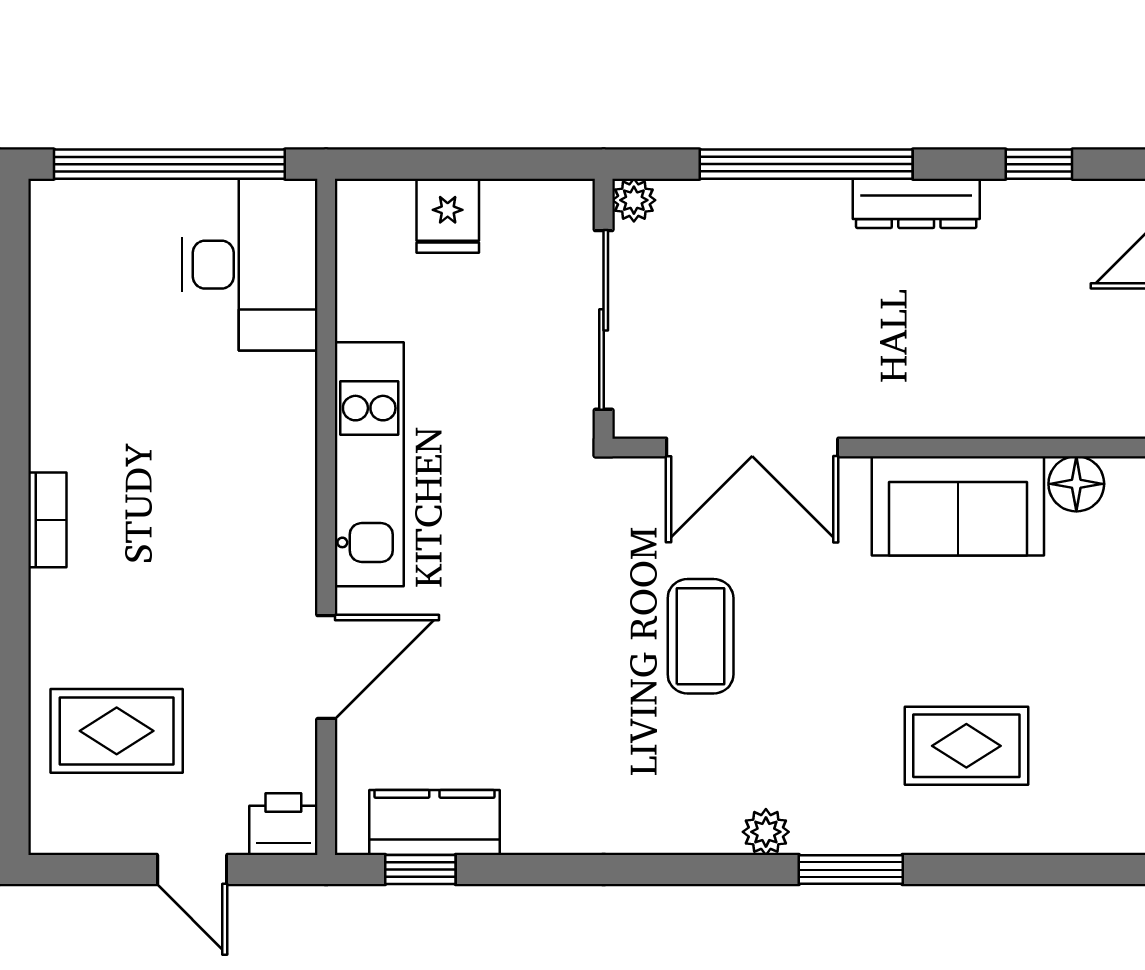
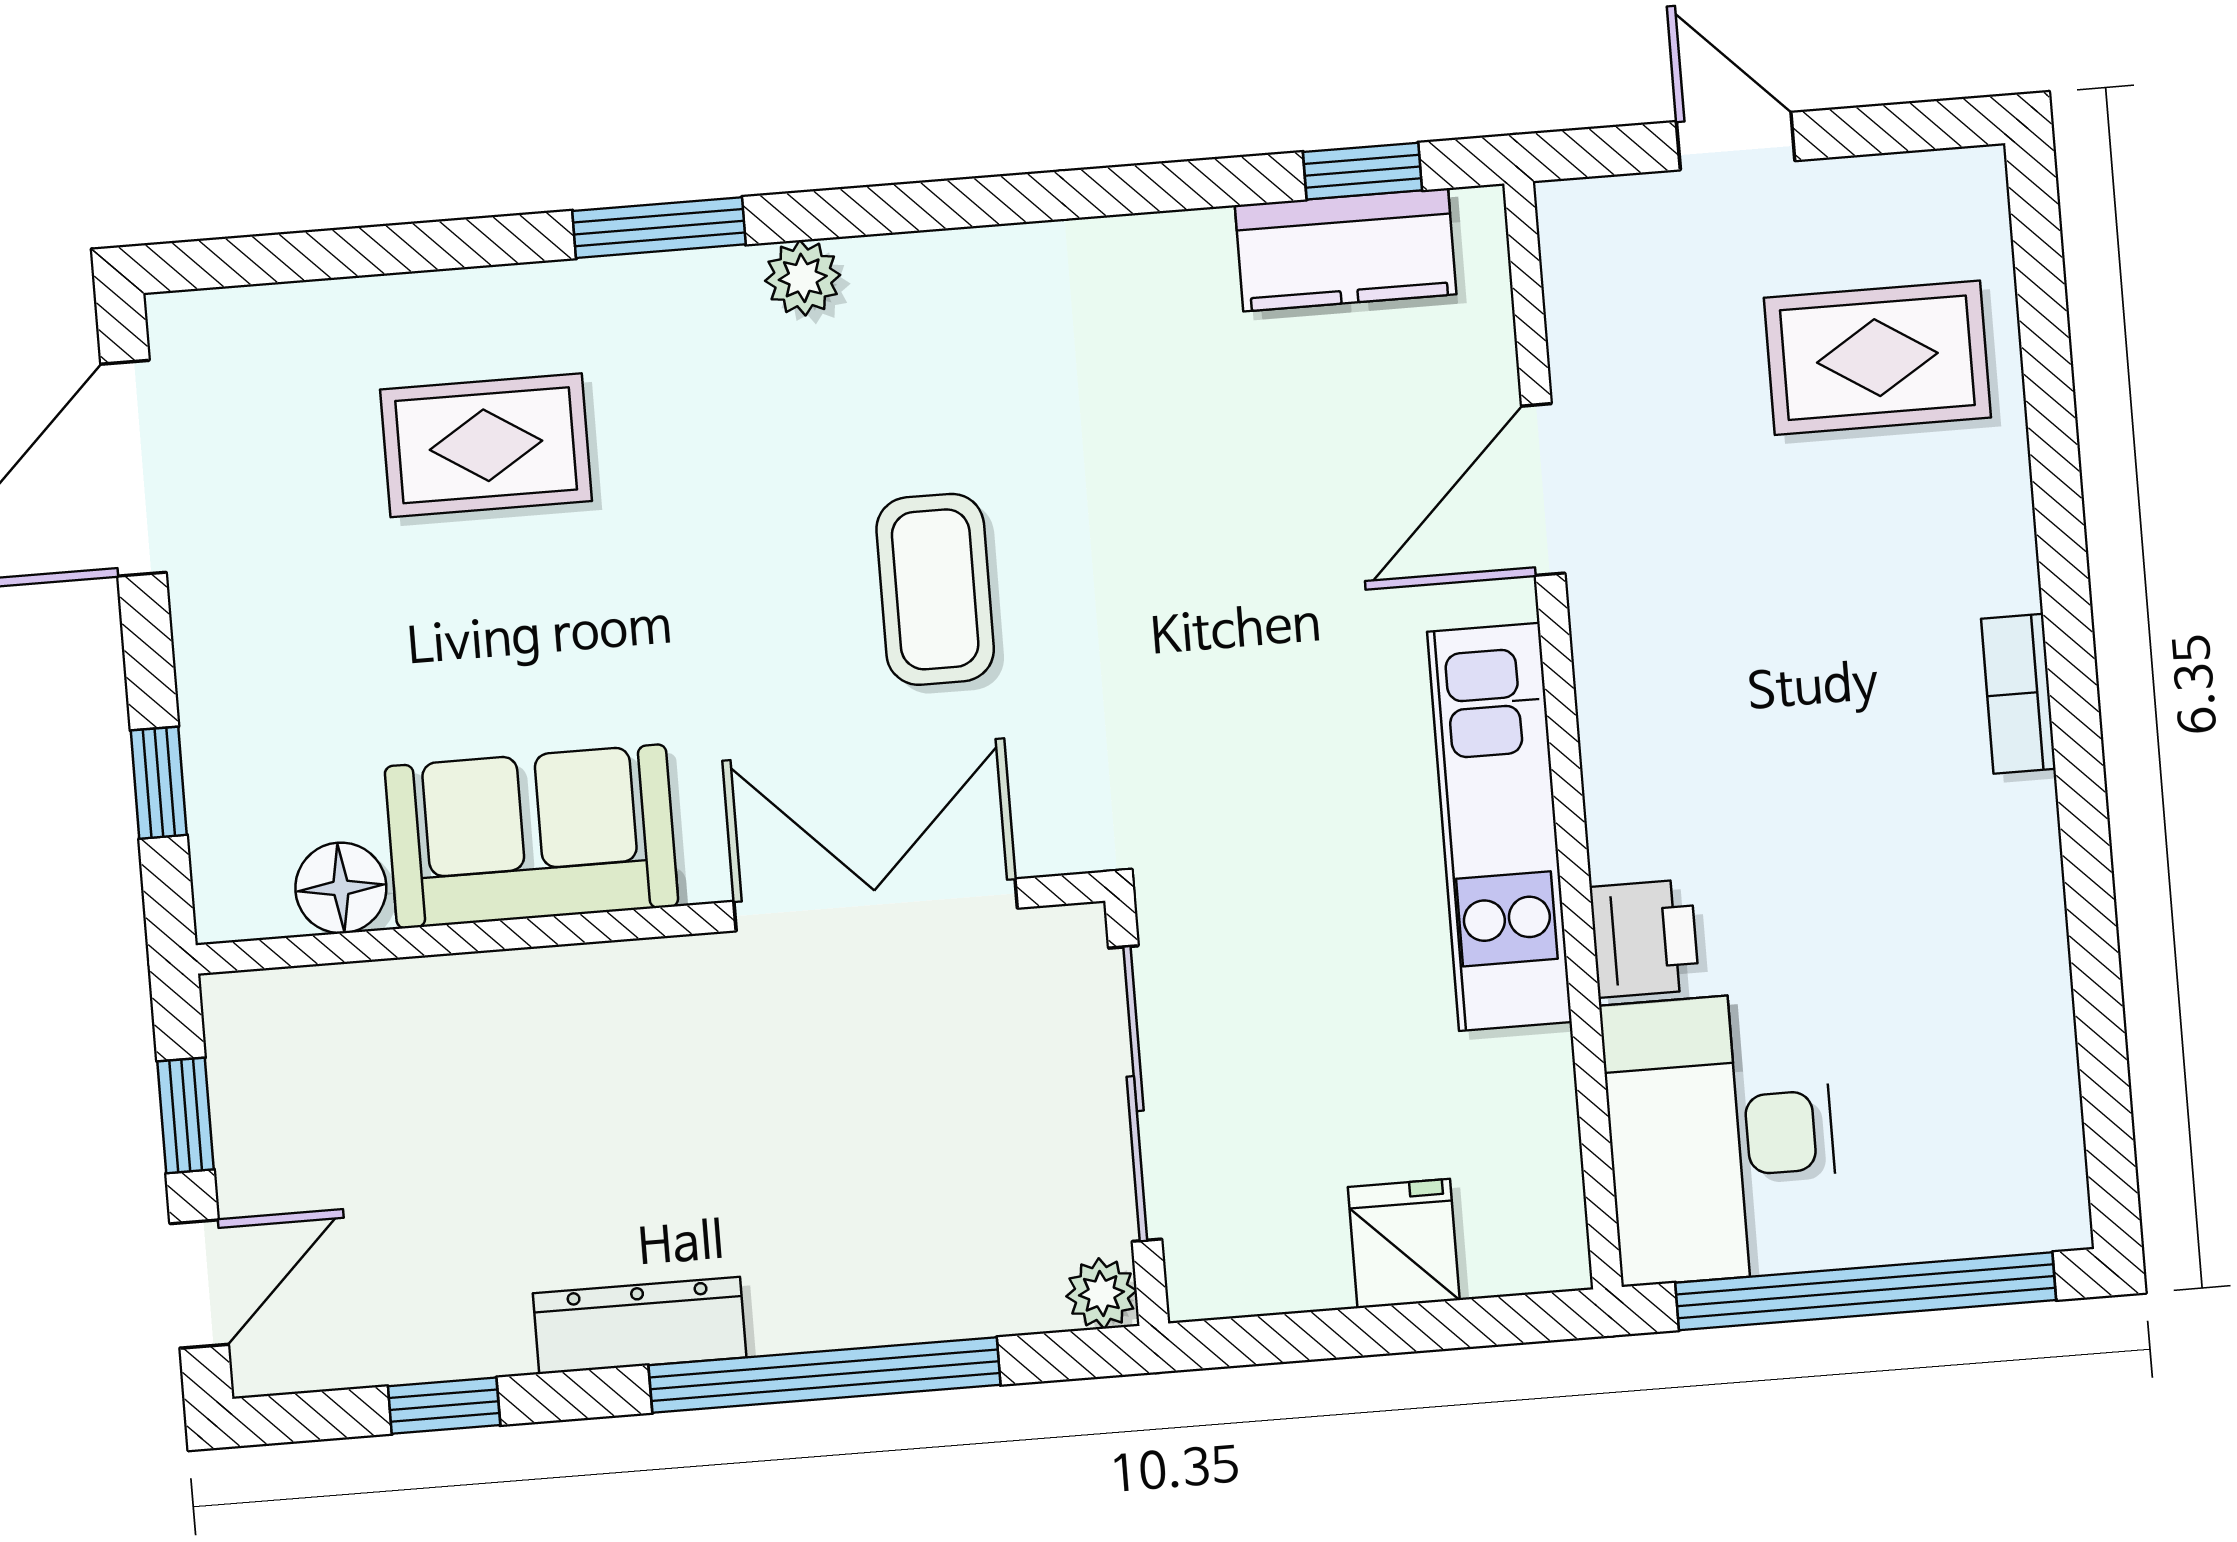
printer: (283, 824) -> (1645, 938), moved, turned -90

